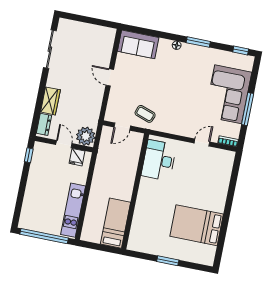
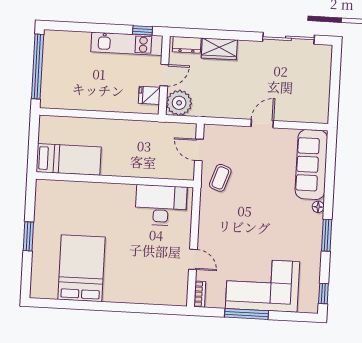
sofa: (138, 44) -> (311, 164), width x1.36
kitchen unit: (73, 210) -> (127, 44), moved, turned 180

